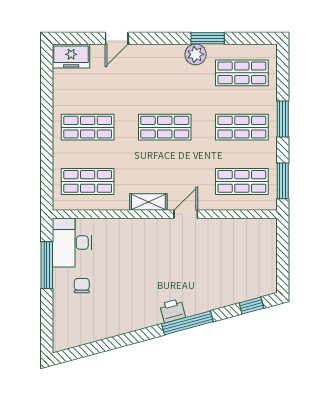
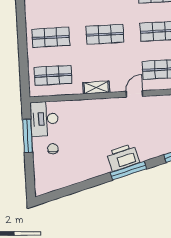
door: (186, 214) -> (134, 94), moved
printer: (173, 311) -> (123, 157), width x1.87, depth x1.48

